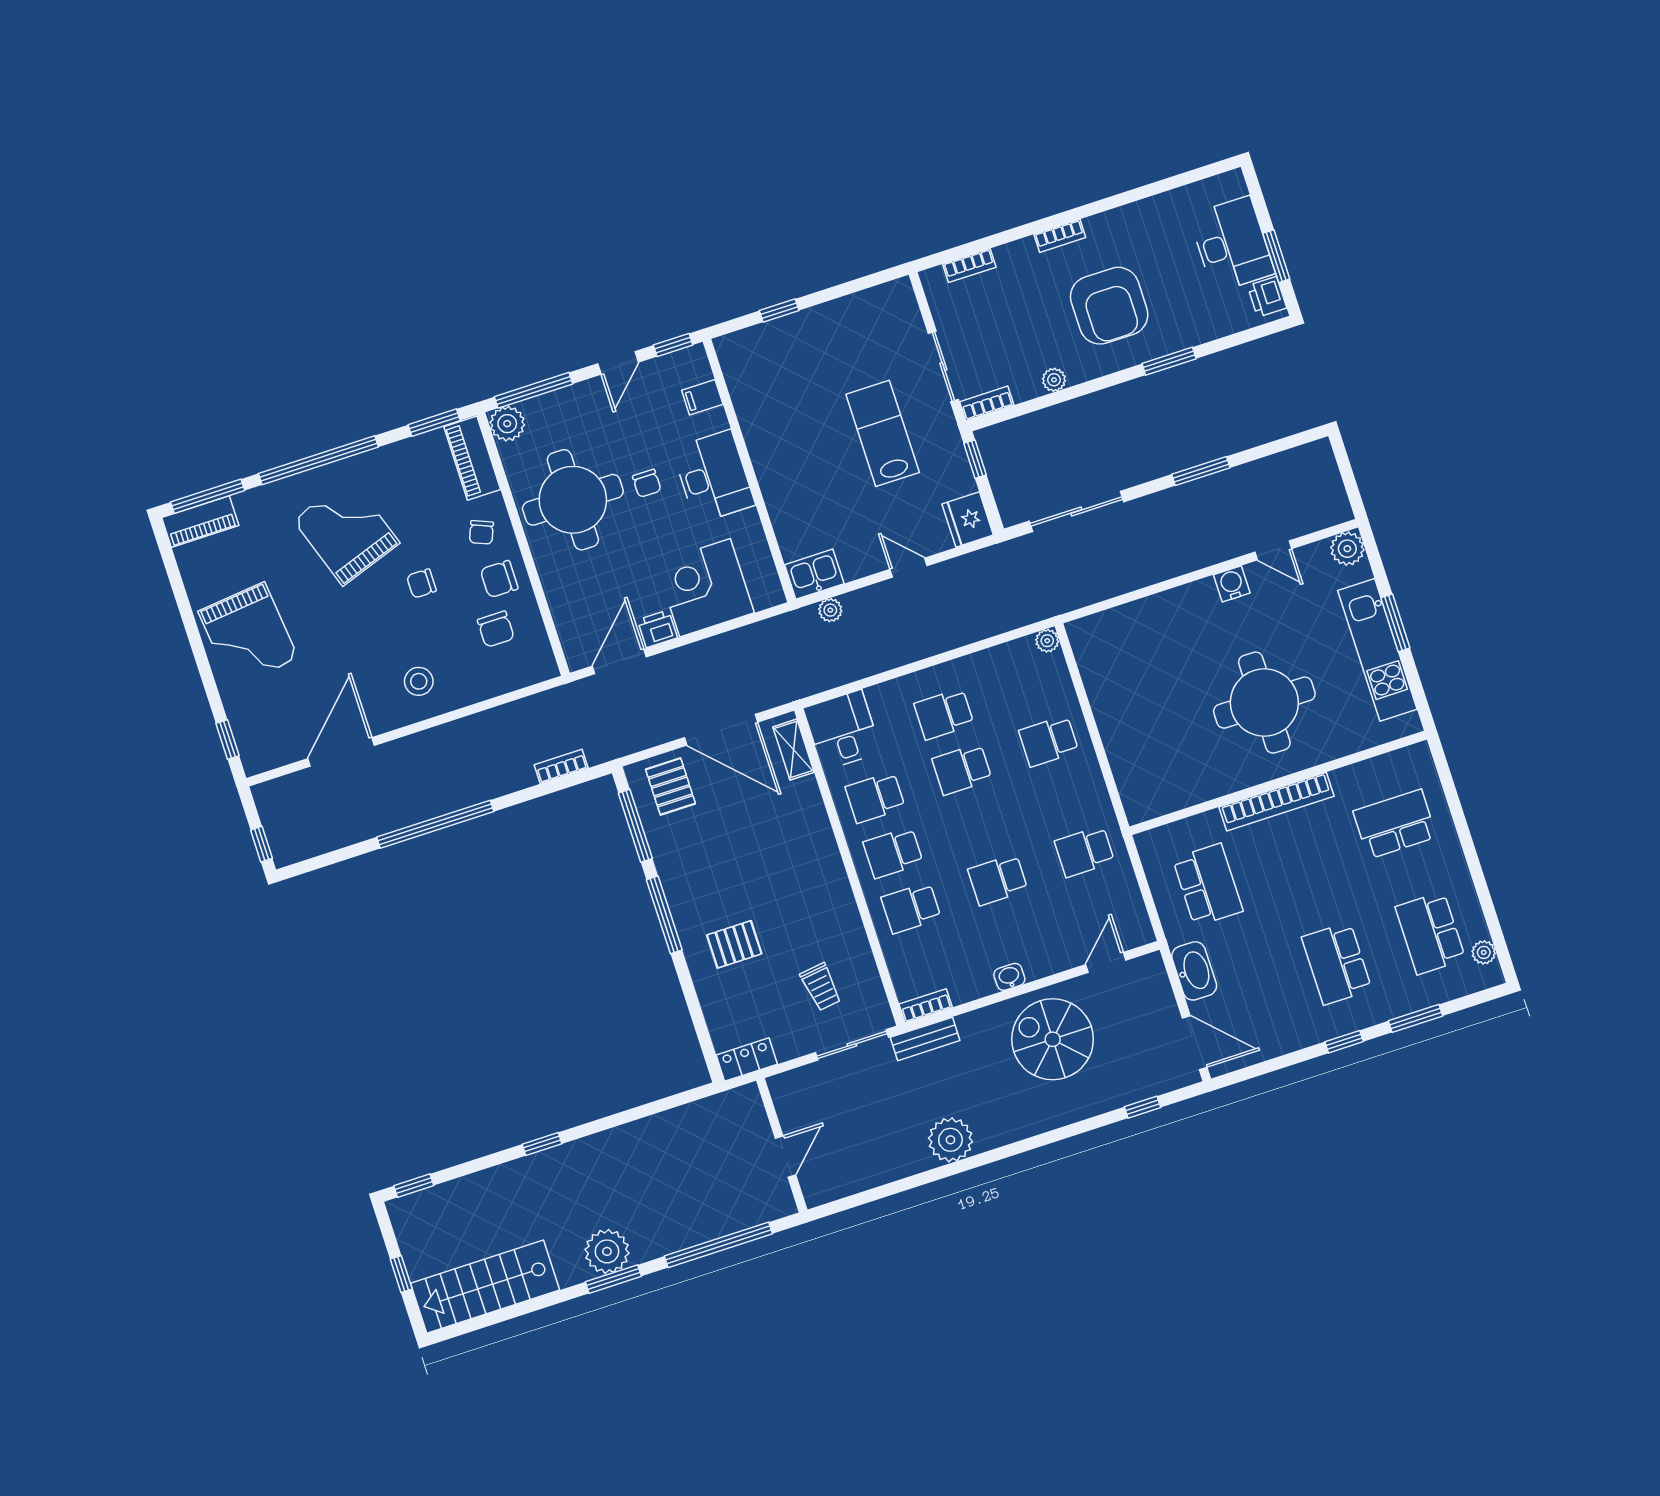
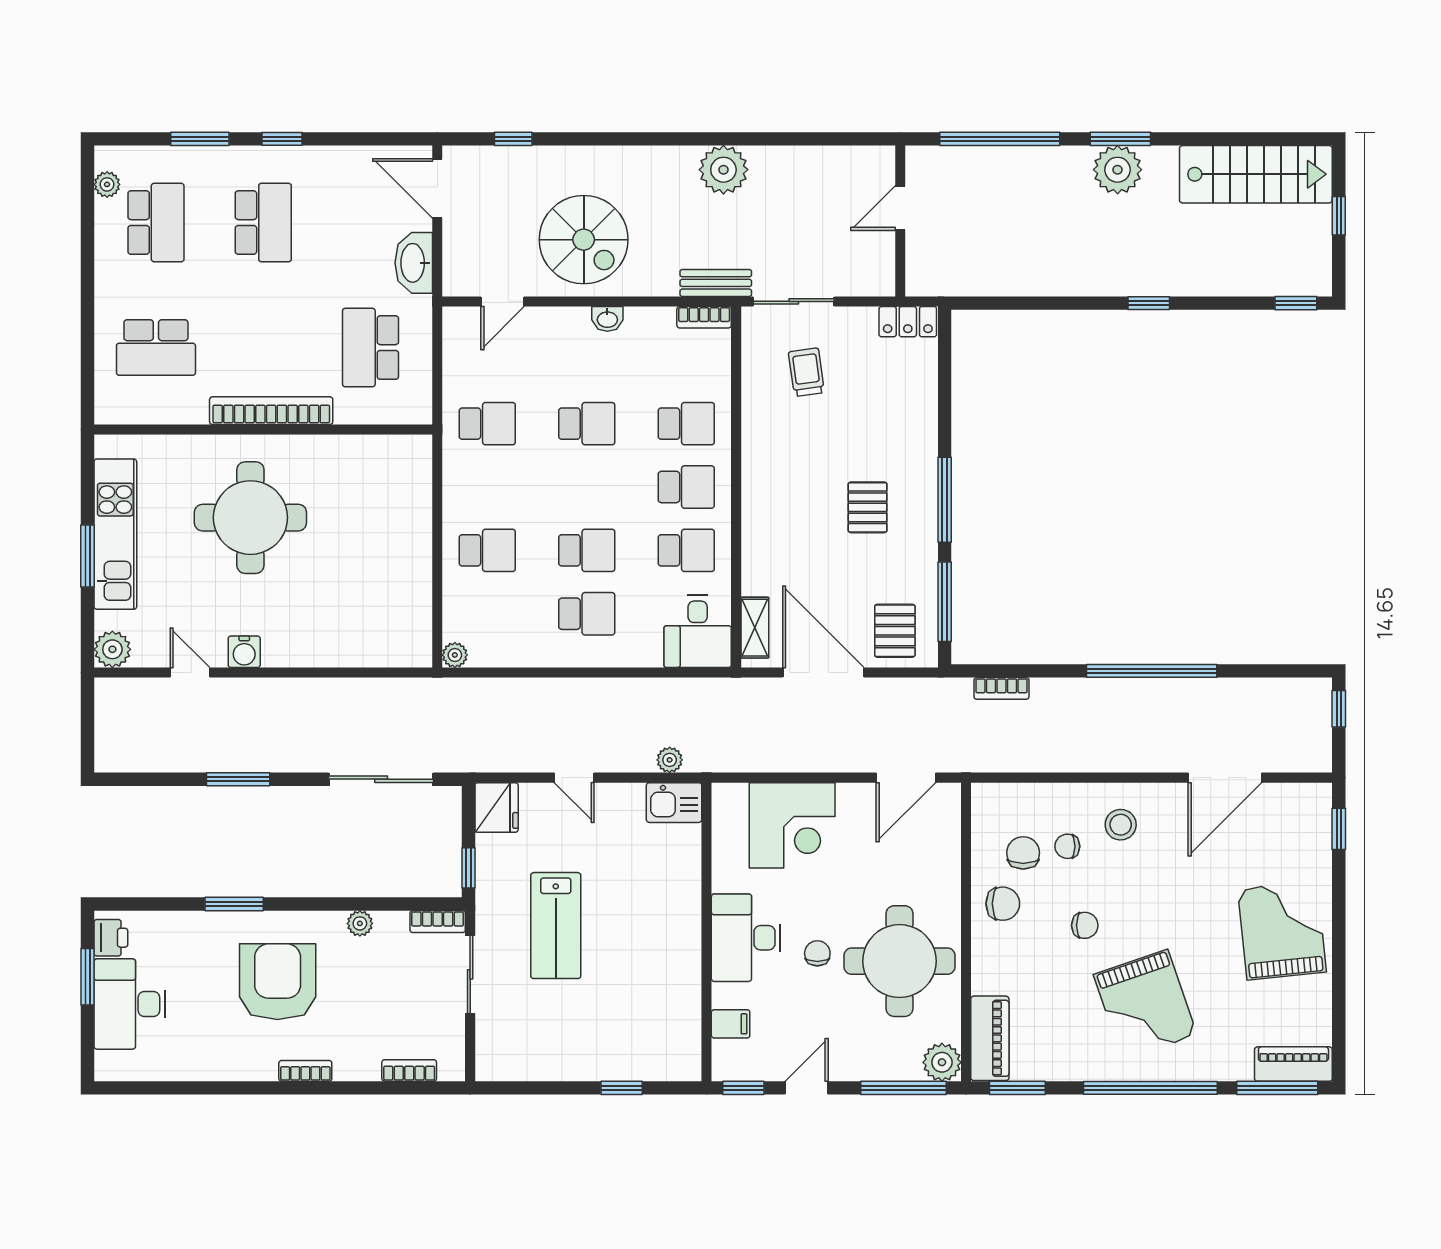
chair: (481, 532) -> (1067, 846), moved, turned -112
printer: (657, 629) -> (855, 799), removed
pallet: (734, 944) -> (868, 507), moved, turned 90

